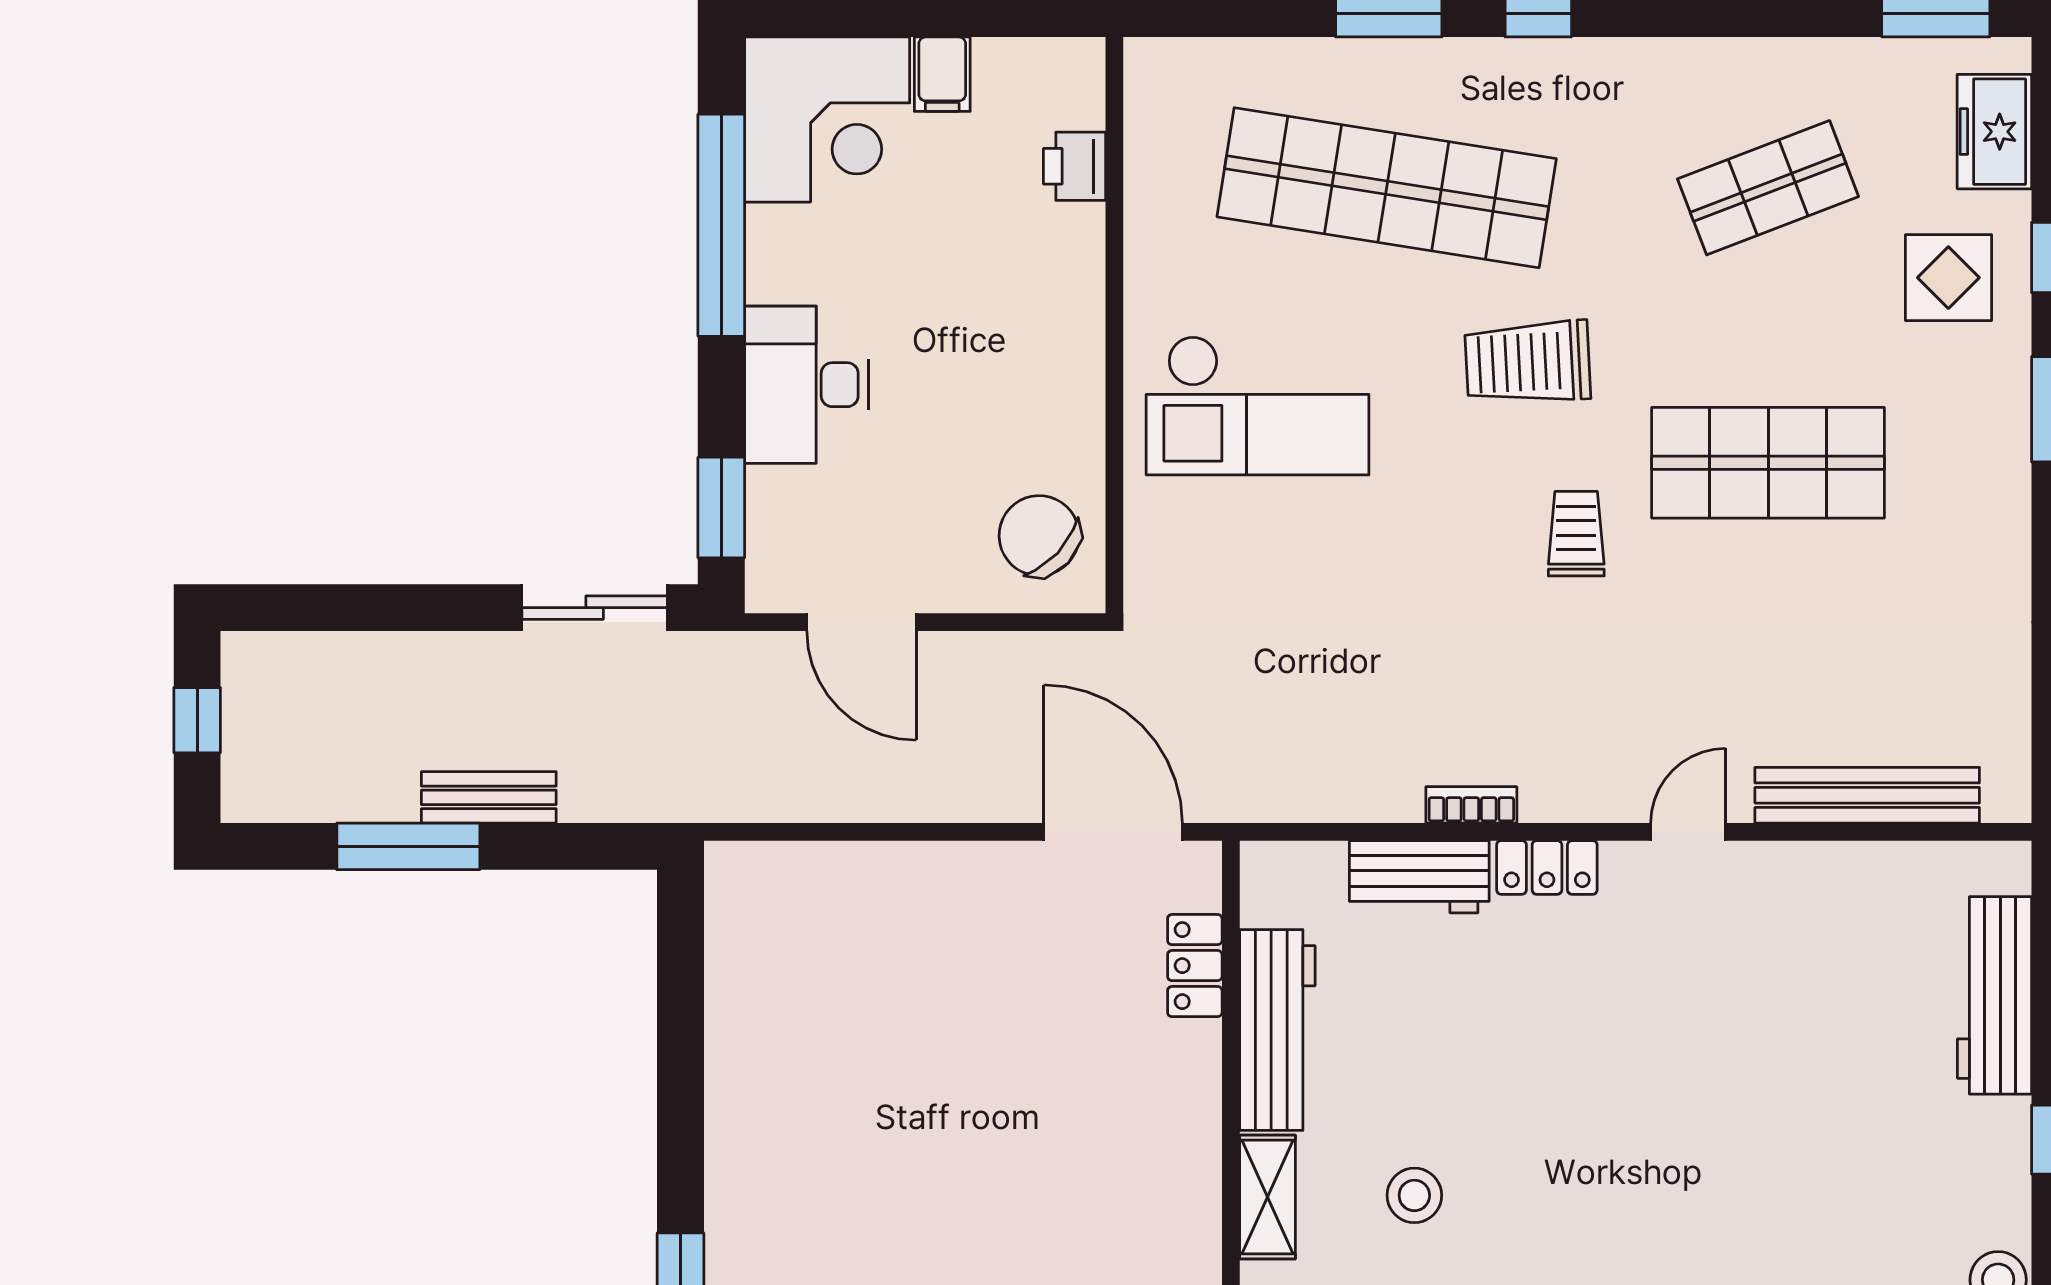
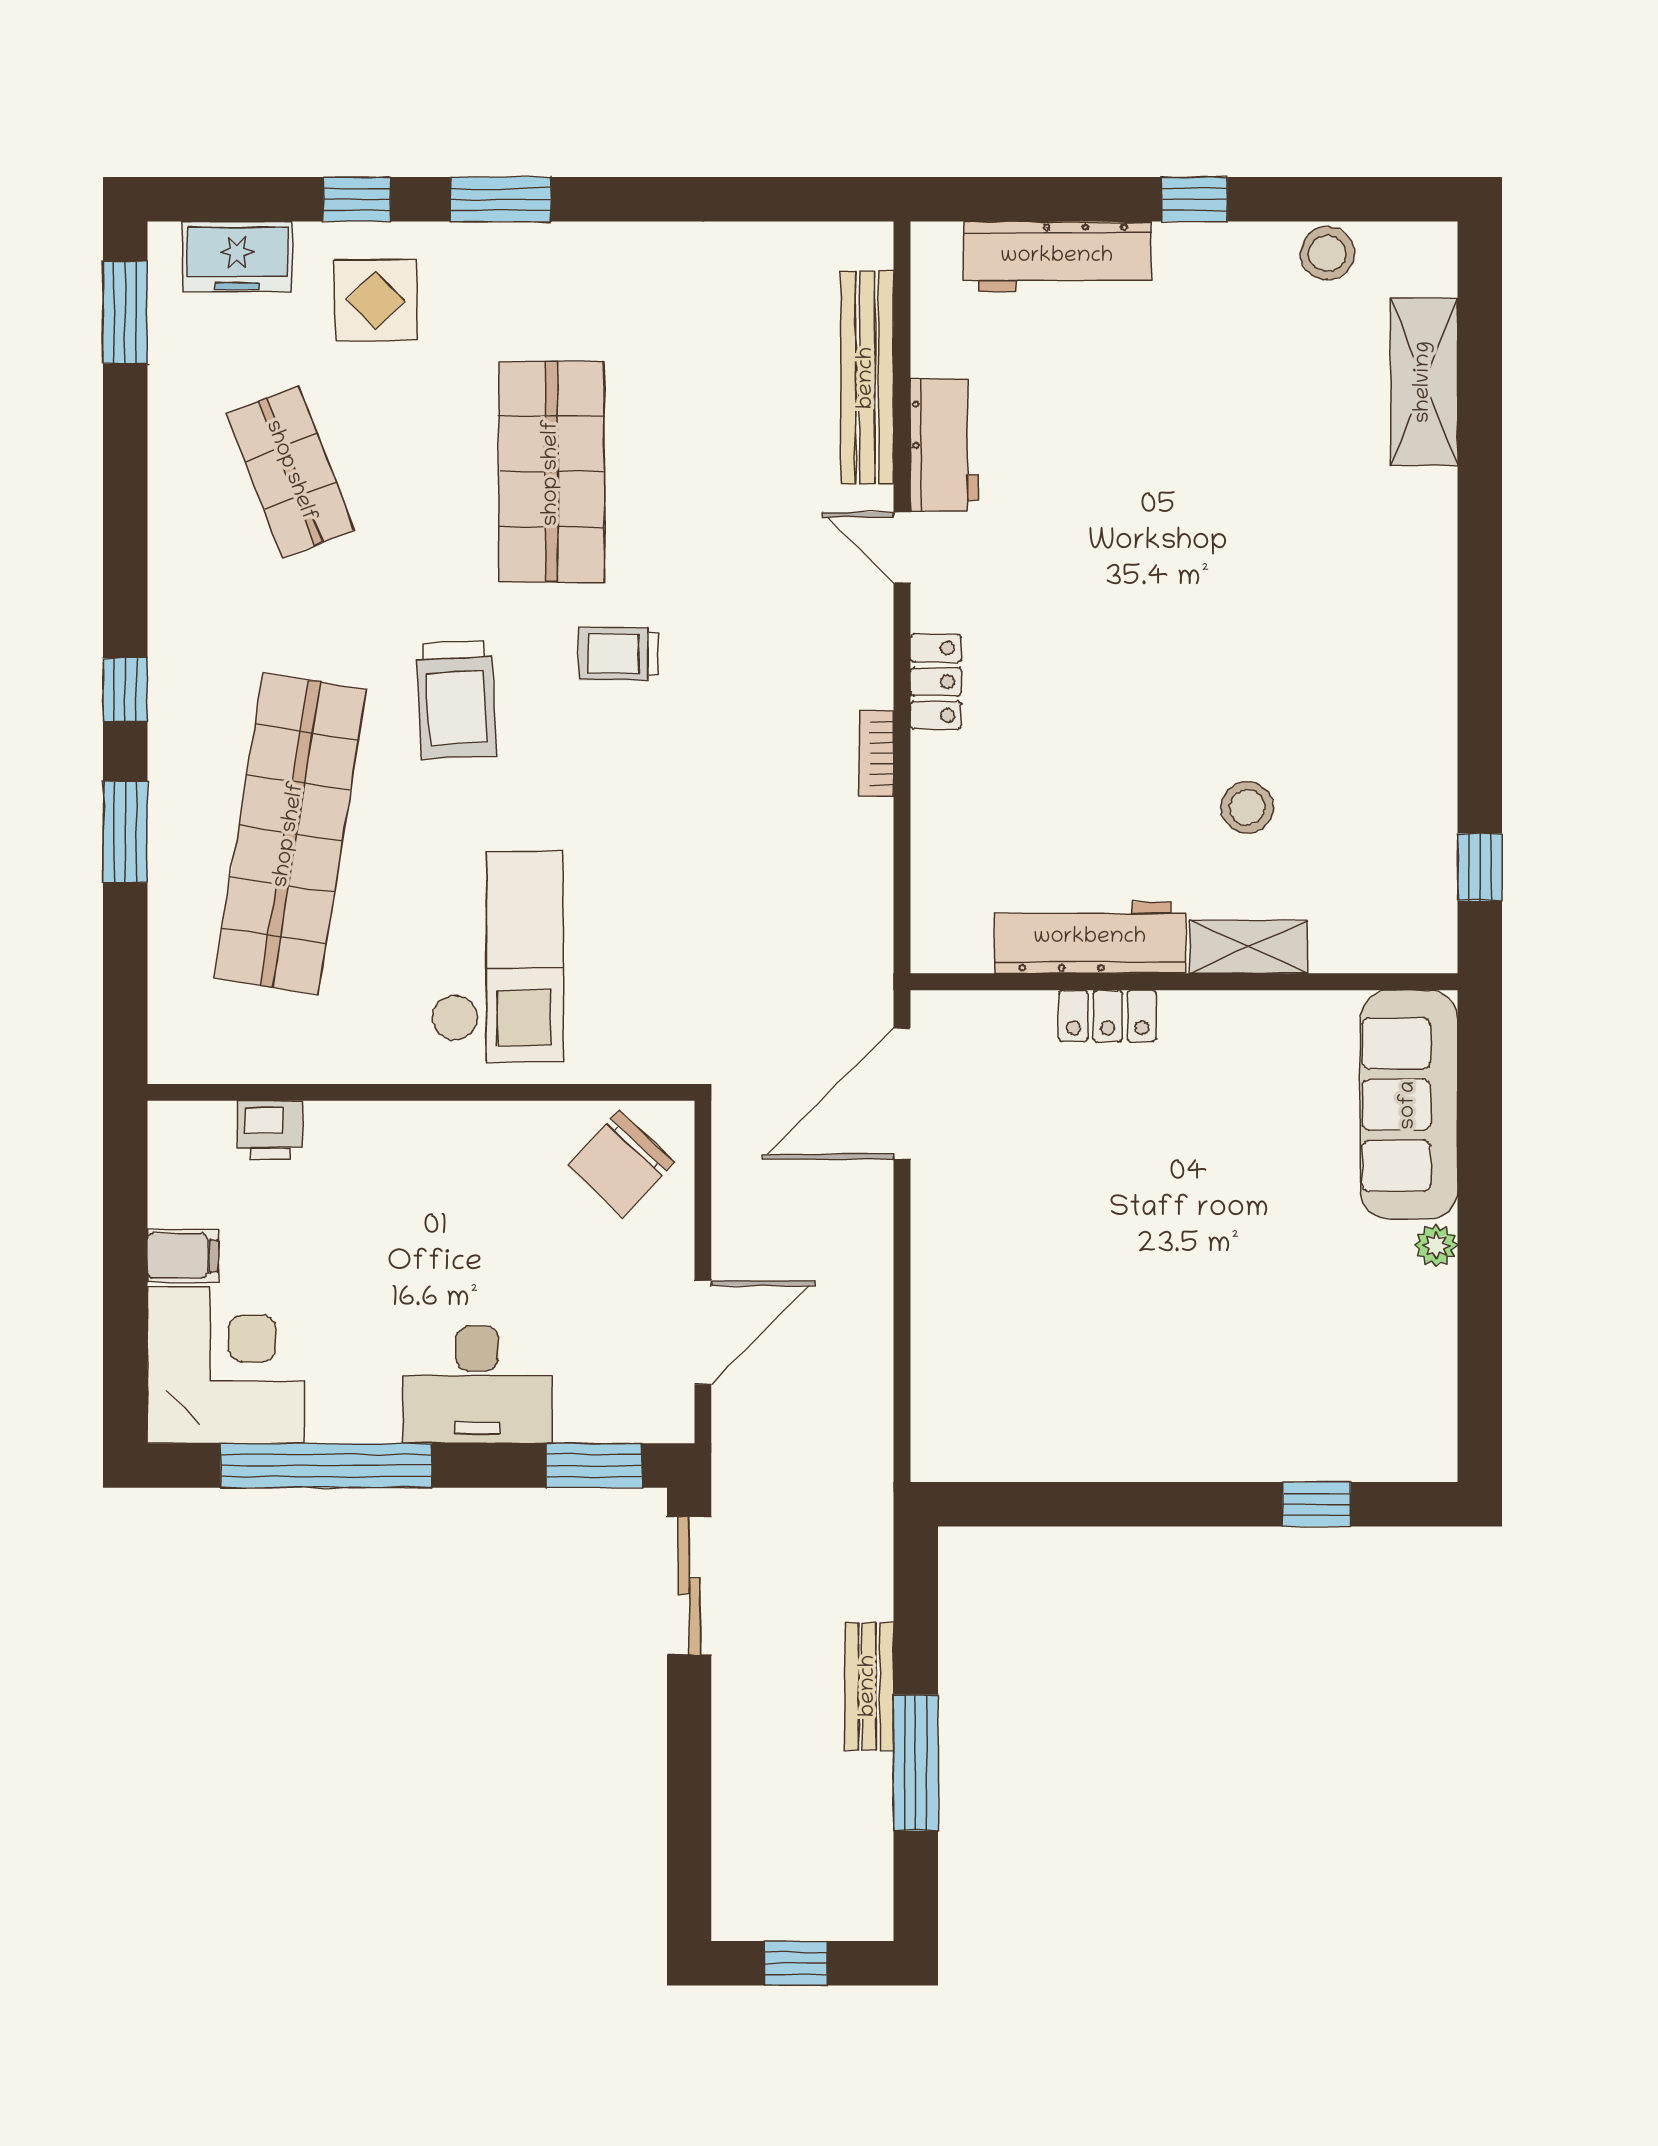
workbench: (1419, 877) -> (945, 445), moved
locker: (1195, 966) -> (1108, 1016), moved

